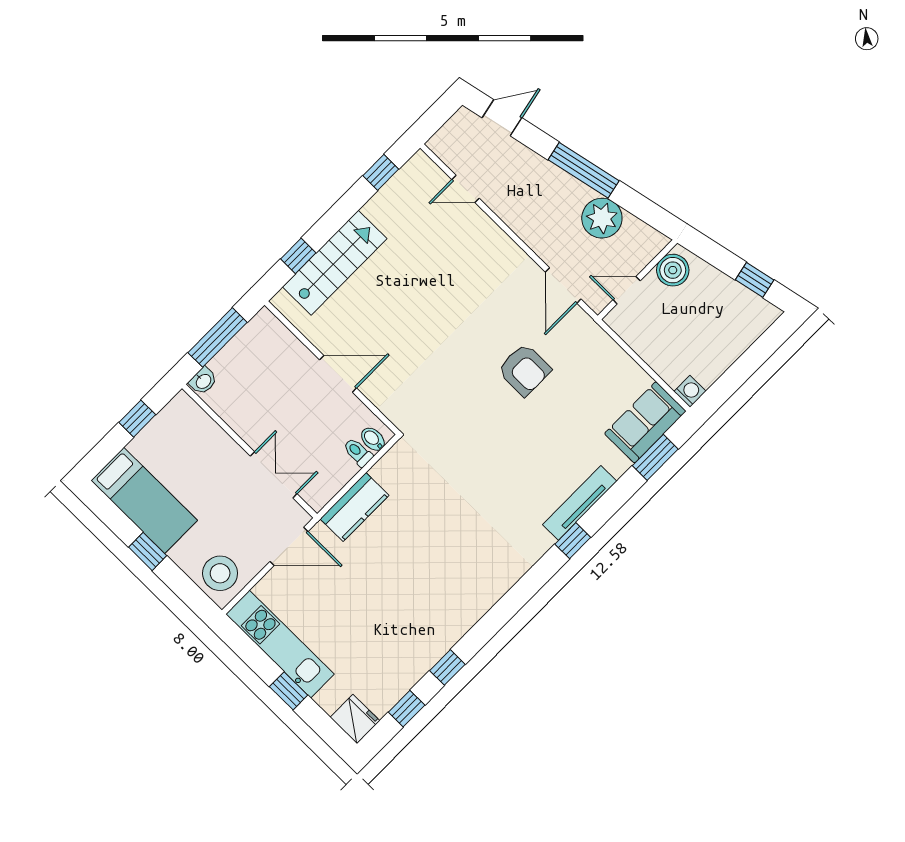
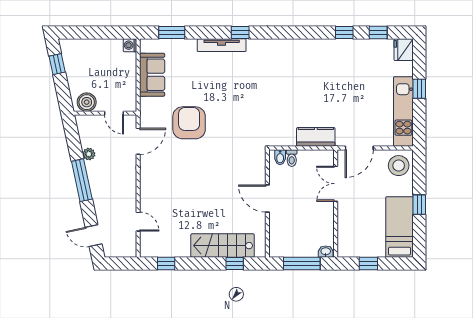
plant: (602, 218) -> (89, 154), width x0.53, depth x0.53
armchair: (524, 370) -> (189, 123), width x1.36, depth x1.36
sofa: (645, 422) -> (152, 75), moved, turned -90
door: (289, 546) -> (359, 148), swing flipped

